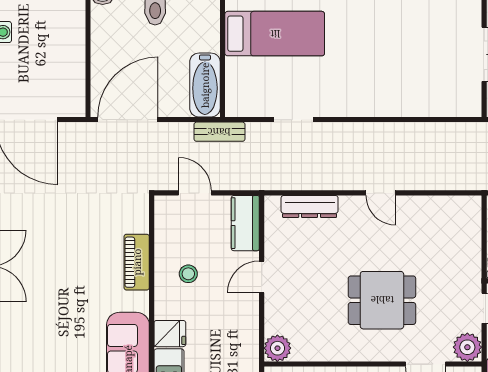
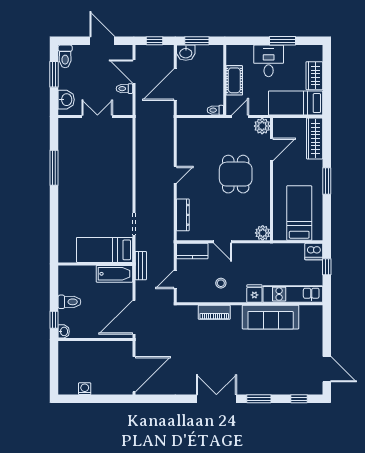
bed: (275, 34) -> (105, 250), moved, turned -90
door: (128, 120) -> (134, 317), hinge flipped

